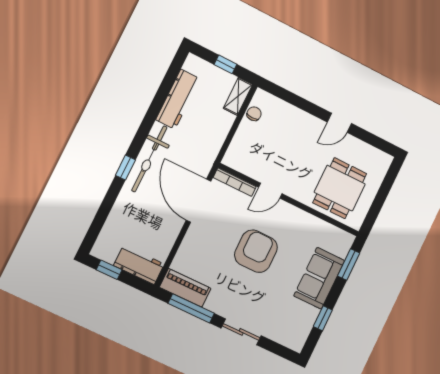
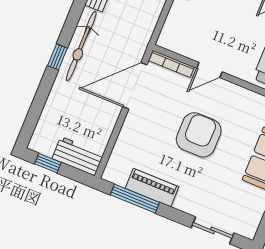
door: (199, 201) -> (135, 86), hinge flipped
piano: (185, 288) -> (152, 188), moved
sliding door: (241, 332) -> (213, 230), moved

